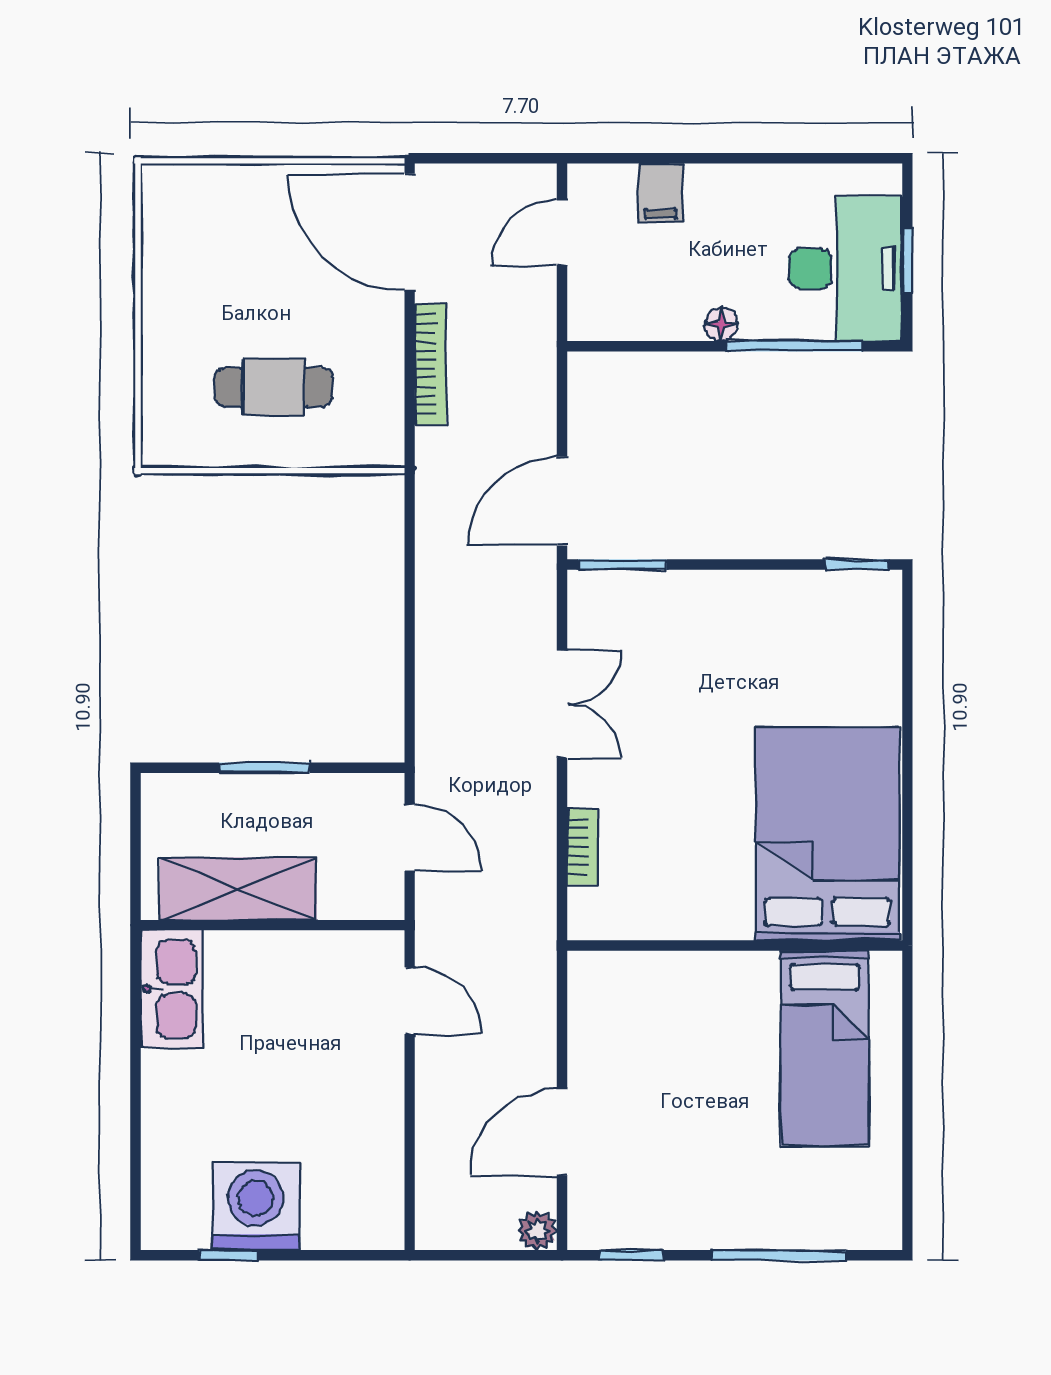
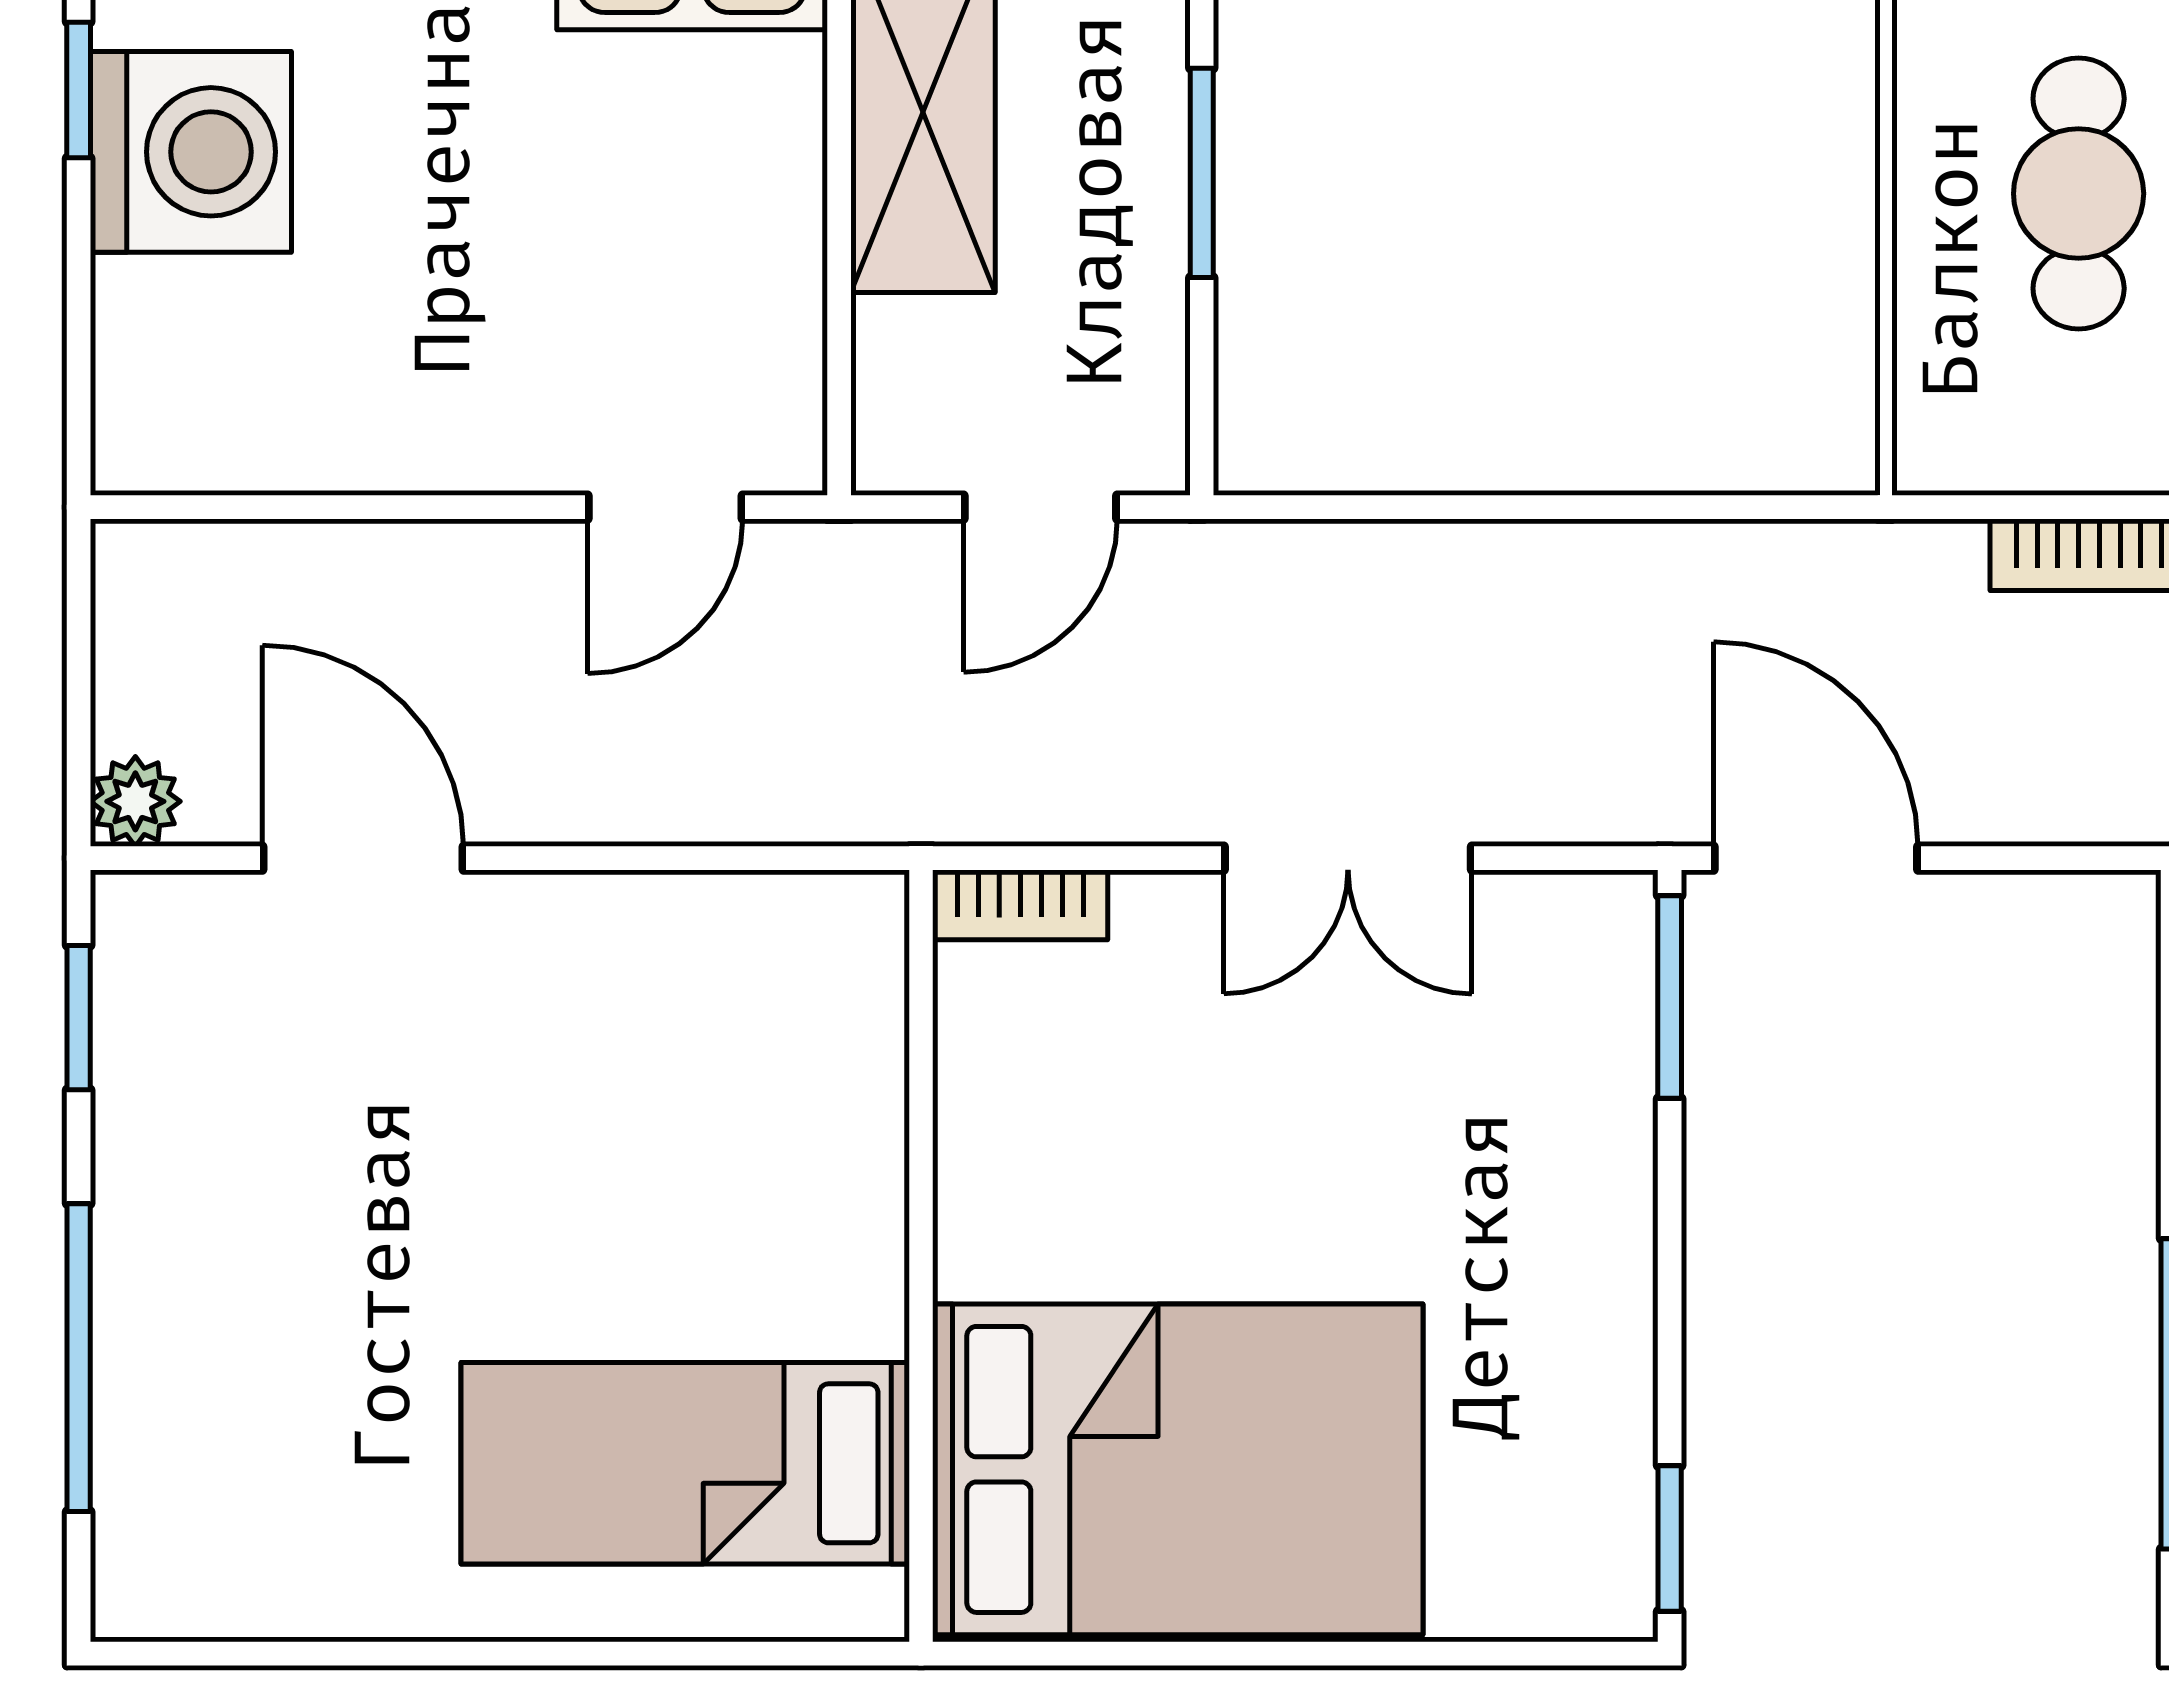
bed: (827, 834) -> (1178, 1469), moved
wall: (735, 945) -> (921, 1256), moved
bed: (825, 1048) -> (685, 1463), moved

